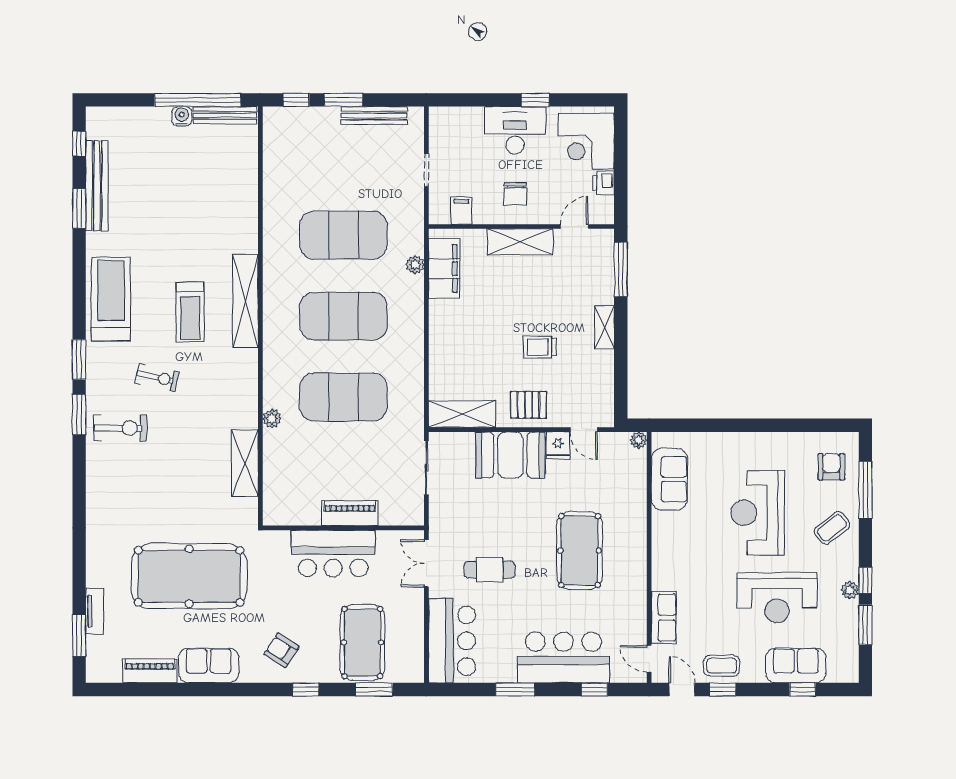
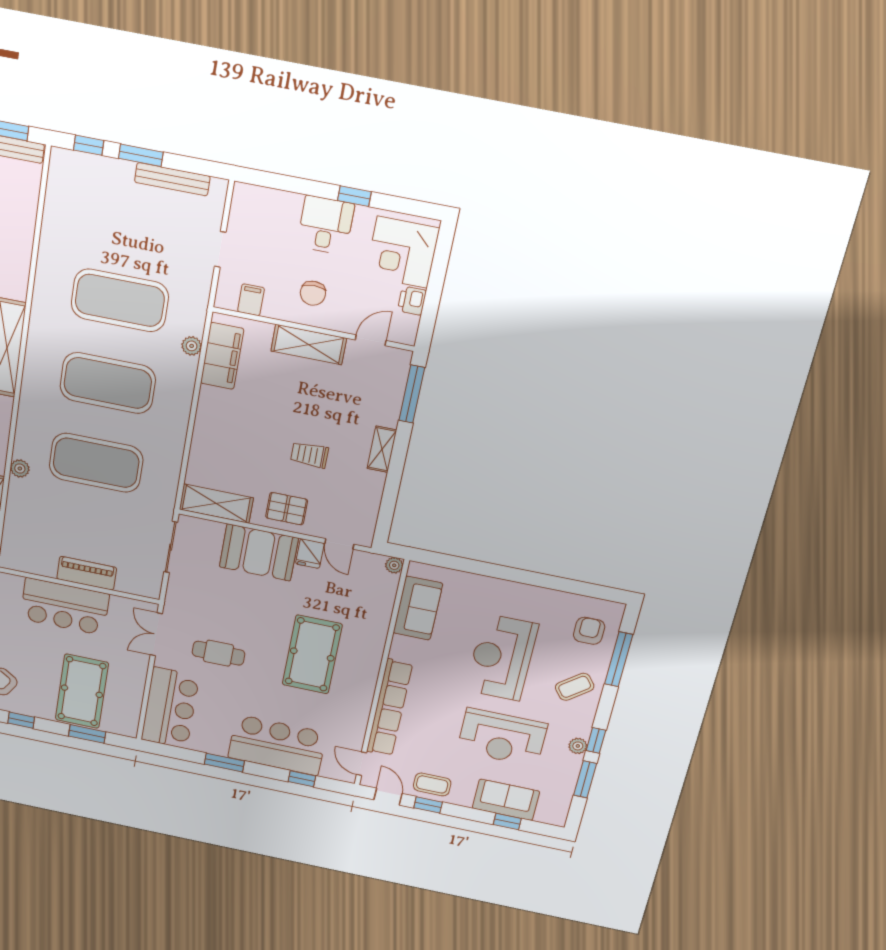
desk: (515, 130) -> (326, 225), width x0.73
row of seats: (664, 618) -> (389, 708), width x2.02

